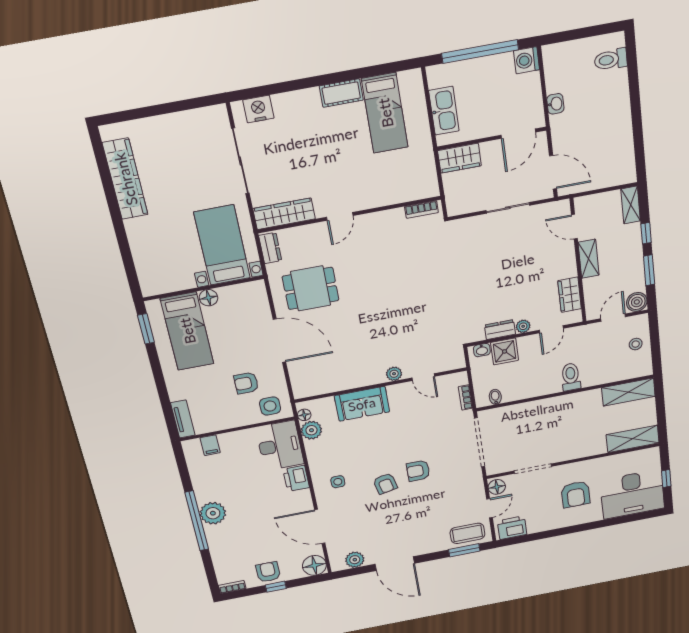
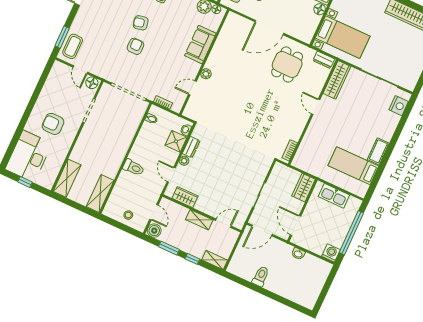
toilet: (611, 59) -> (261, 276), moved
printer: (512, 528) -> (57, 74), removed

